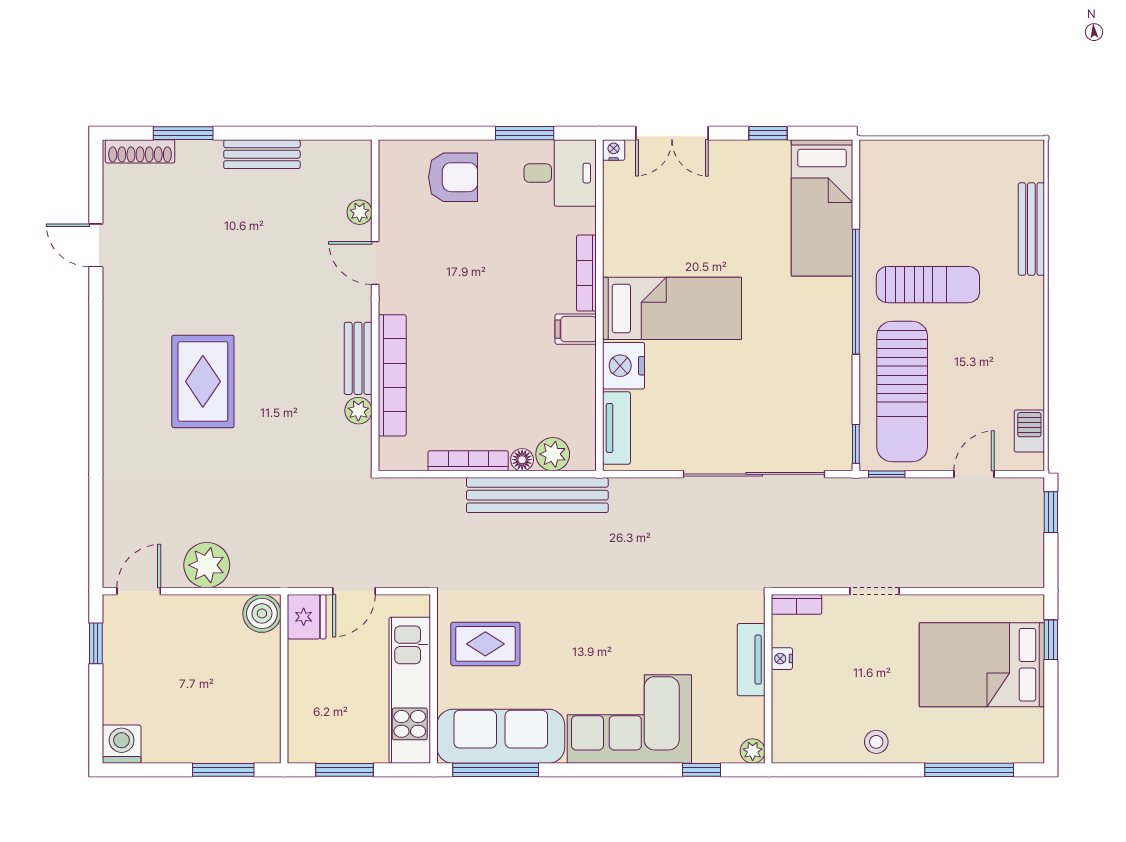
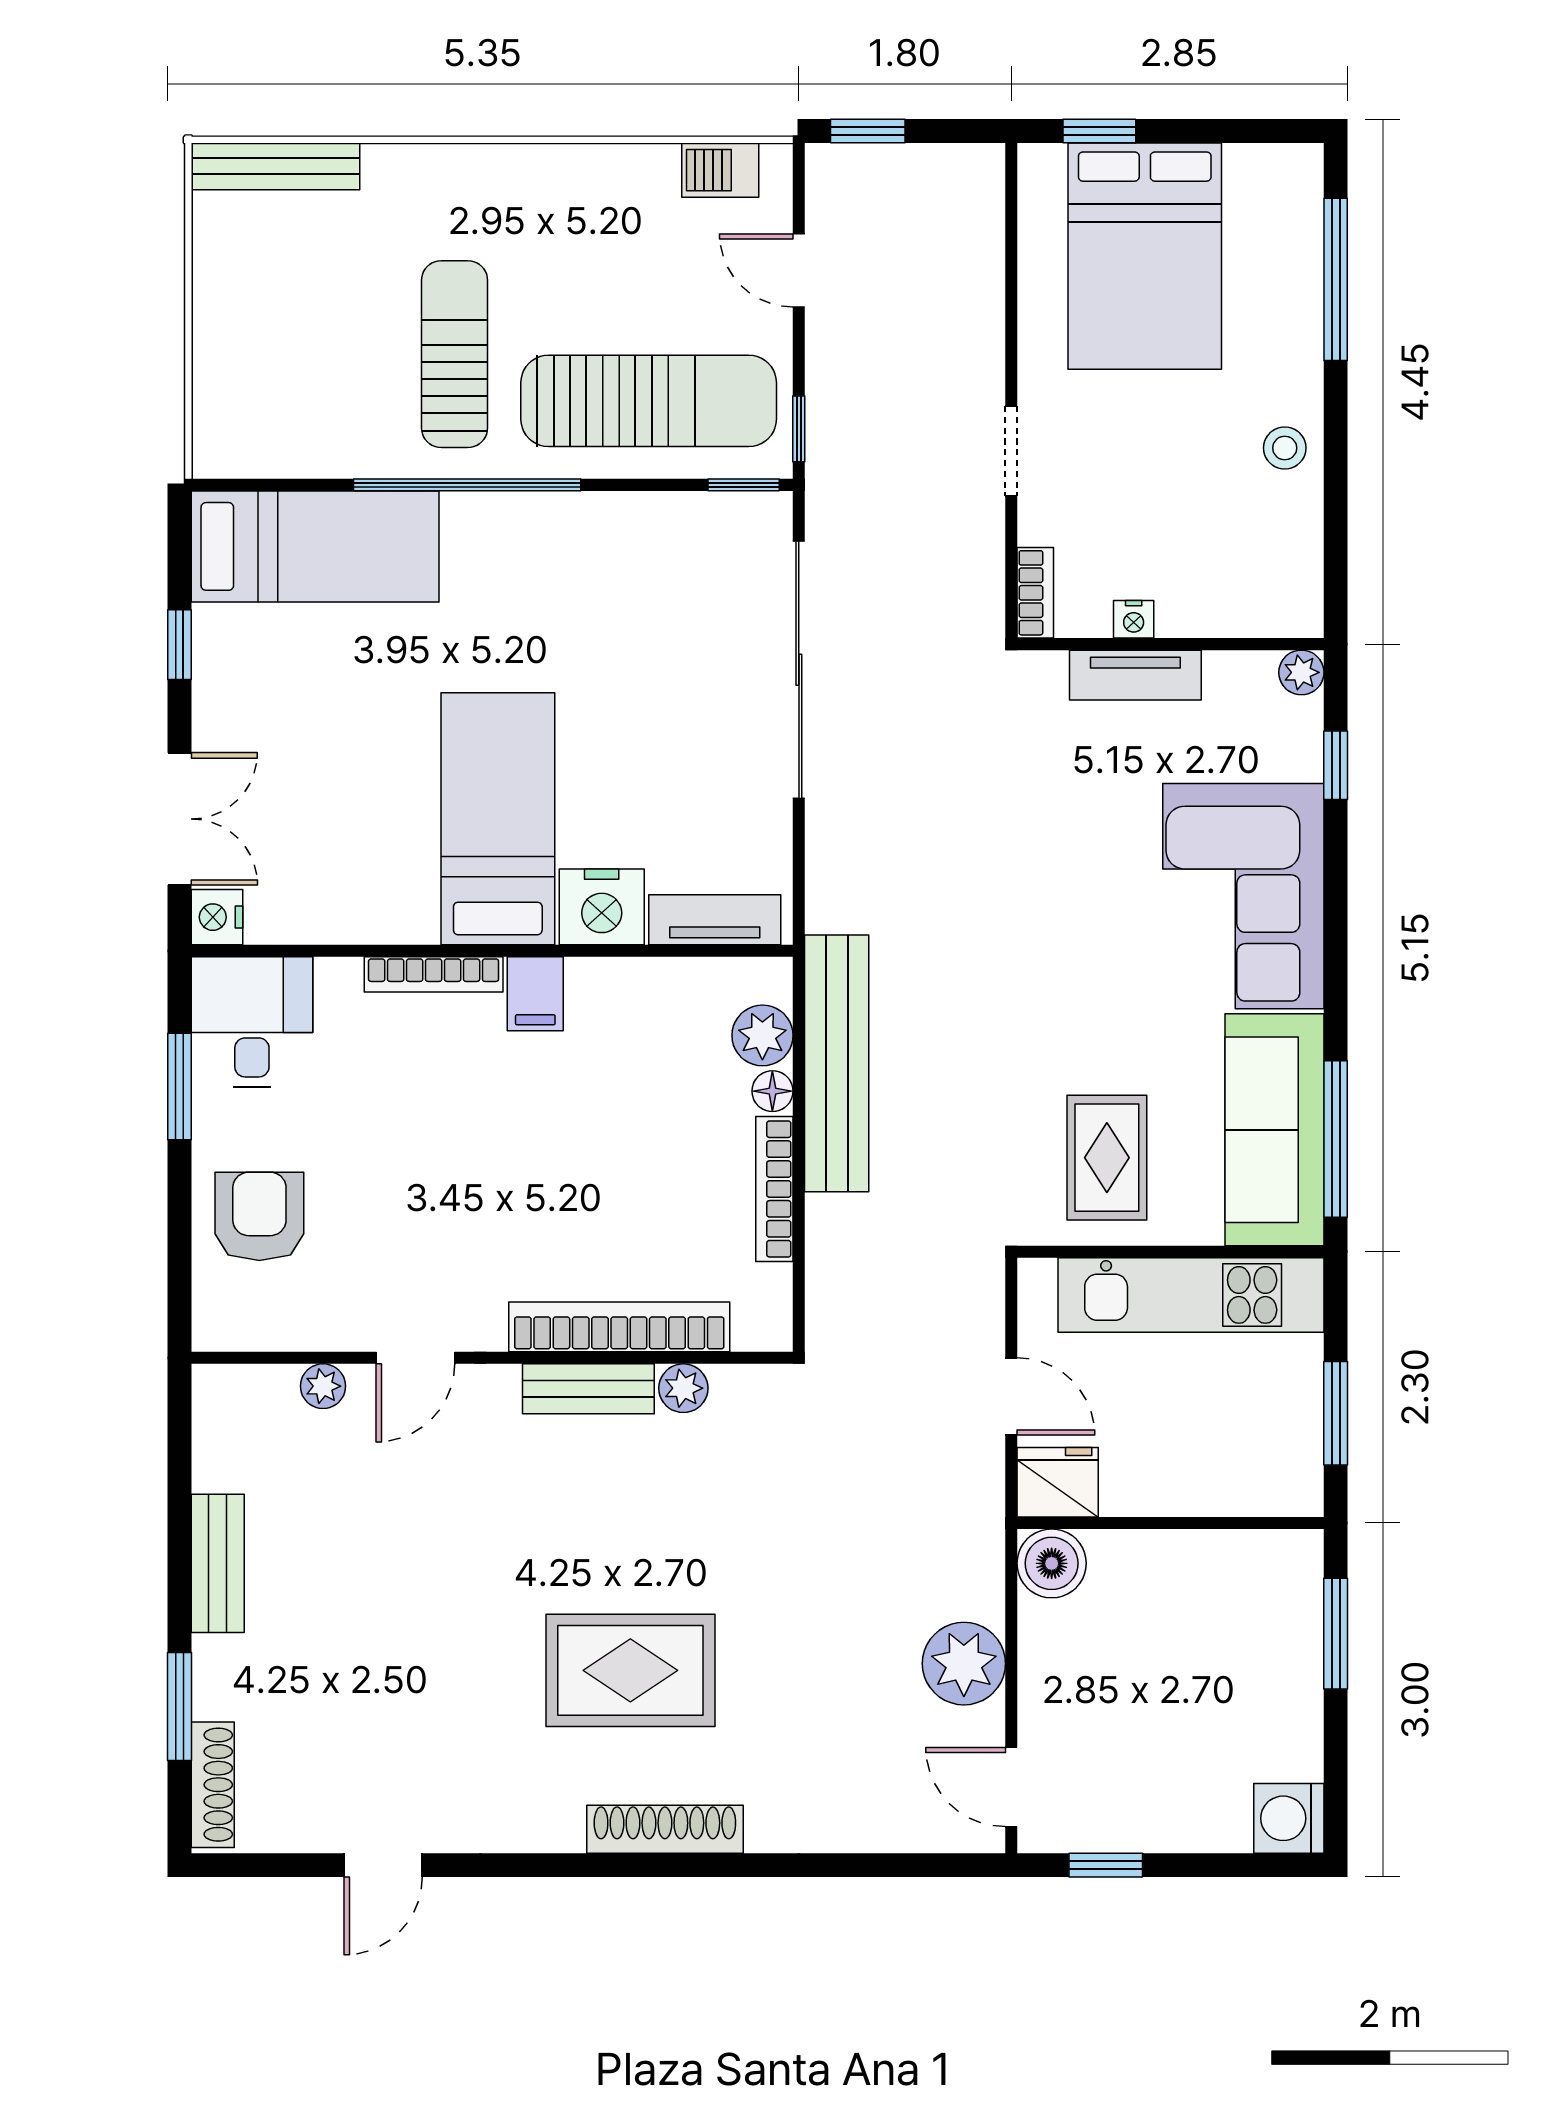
nightstand: (614, 150) -> (217, 917), width x1.39, depth x1.35
bench: (1031, 229) -> (276, 166), moved
shoe rack: (116, 400) -> (665, 1829), added

